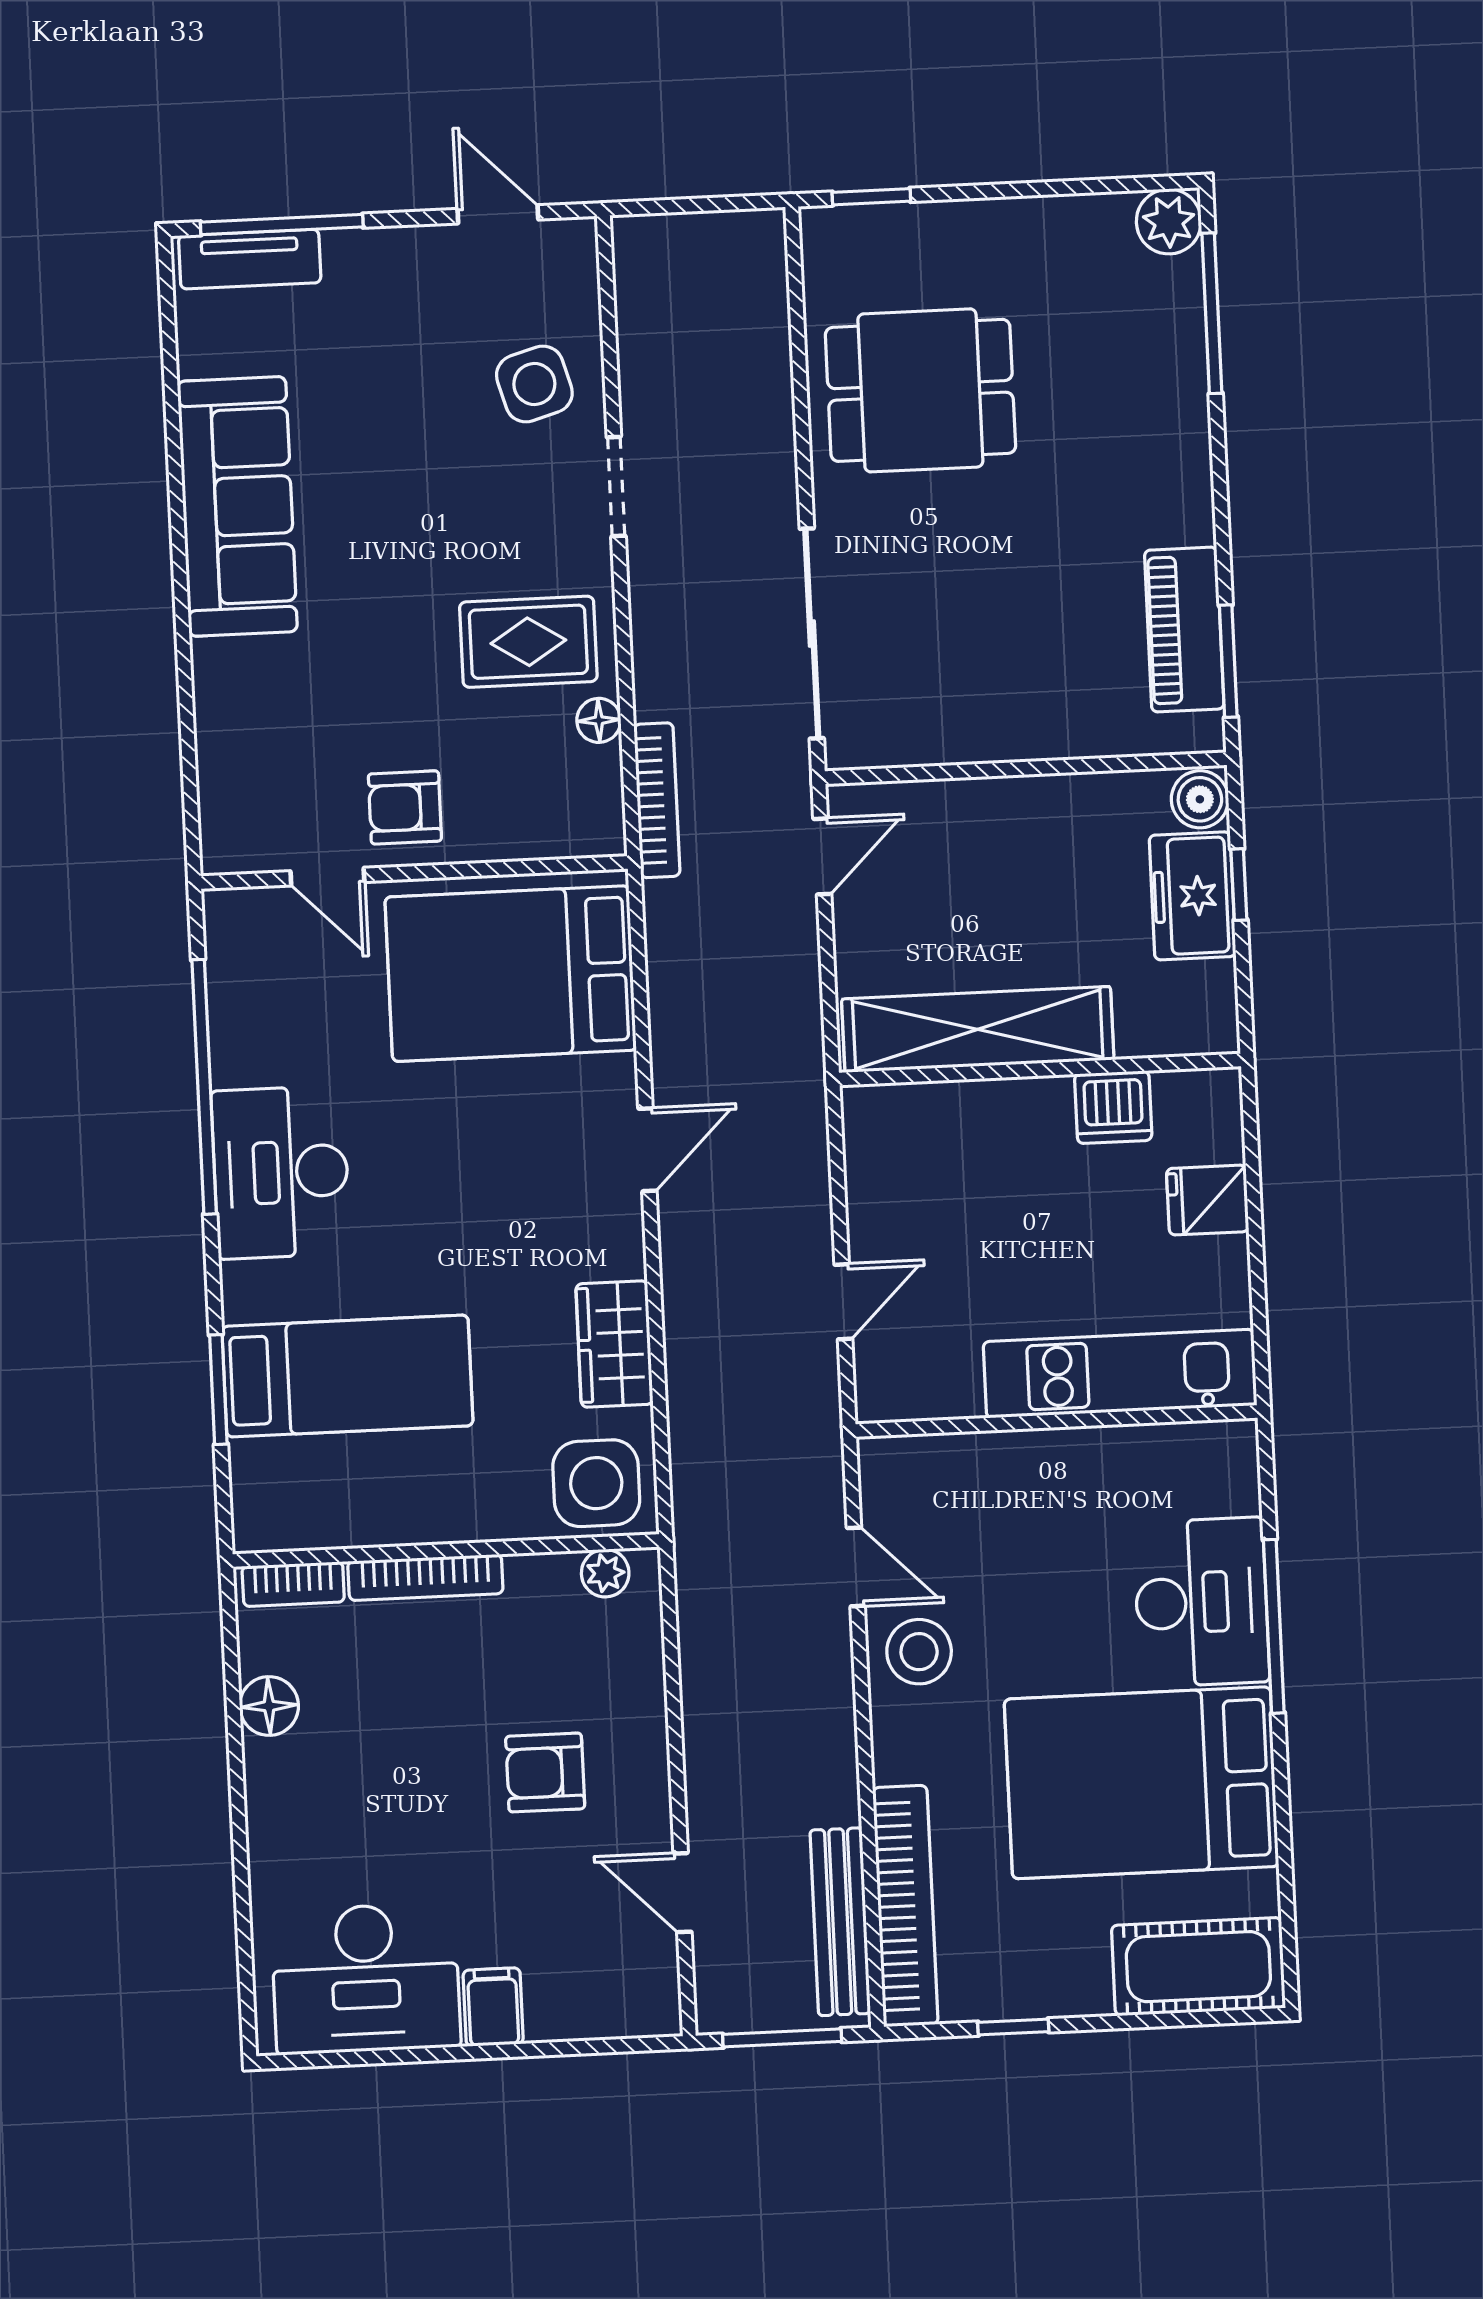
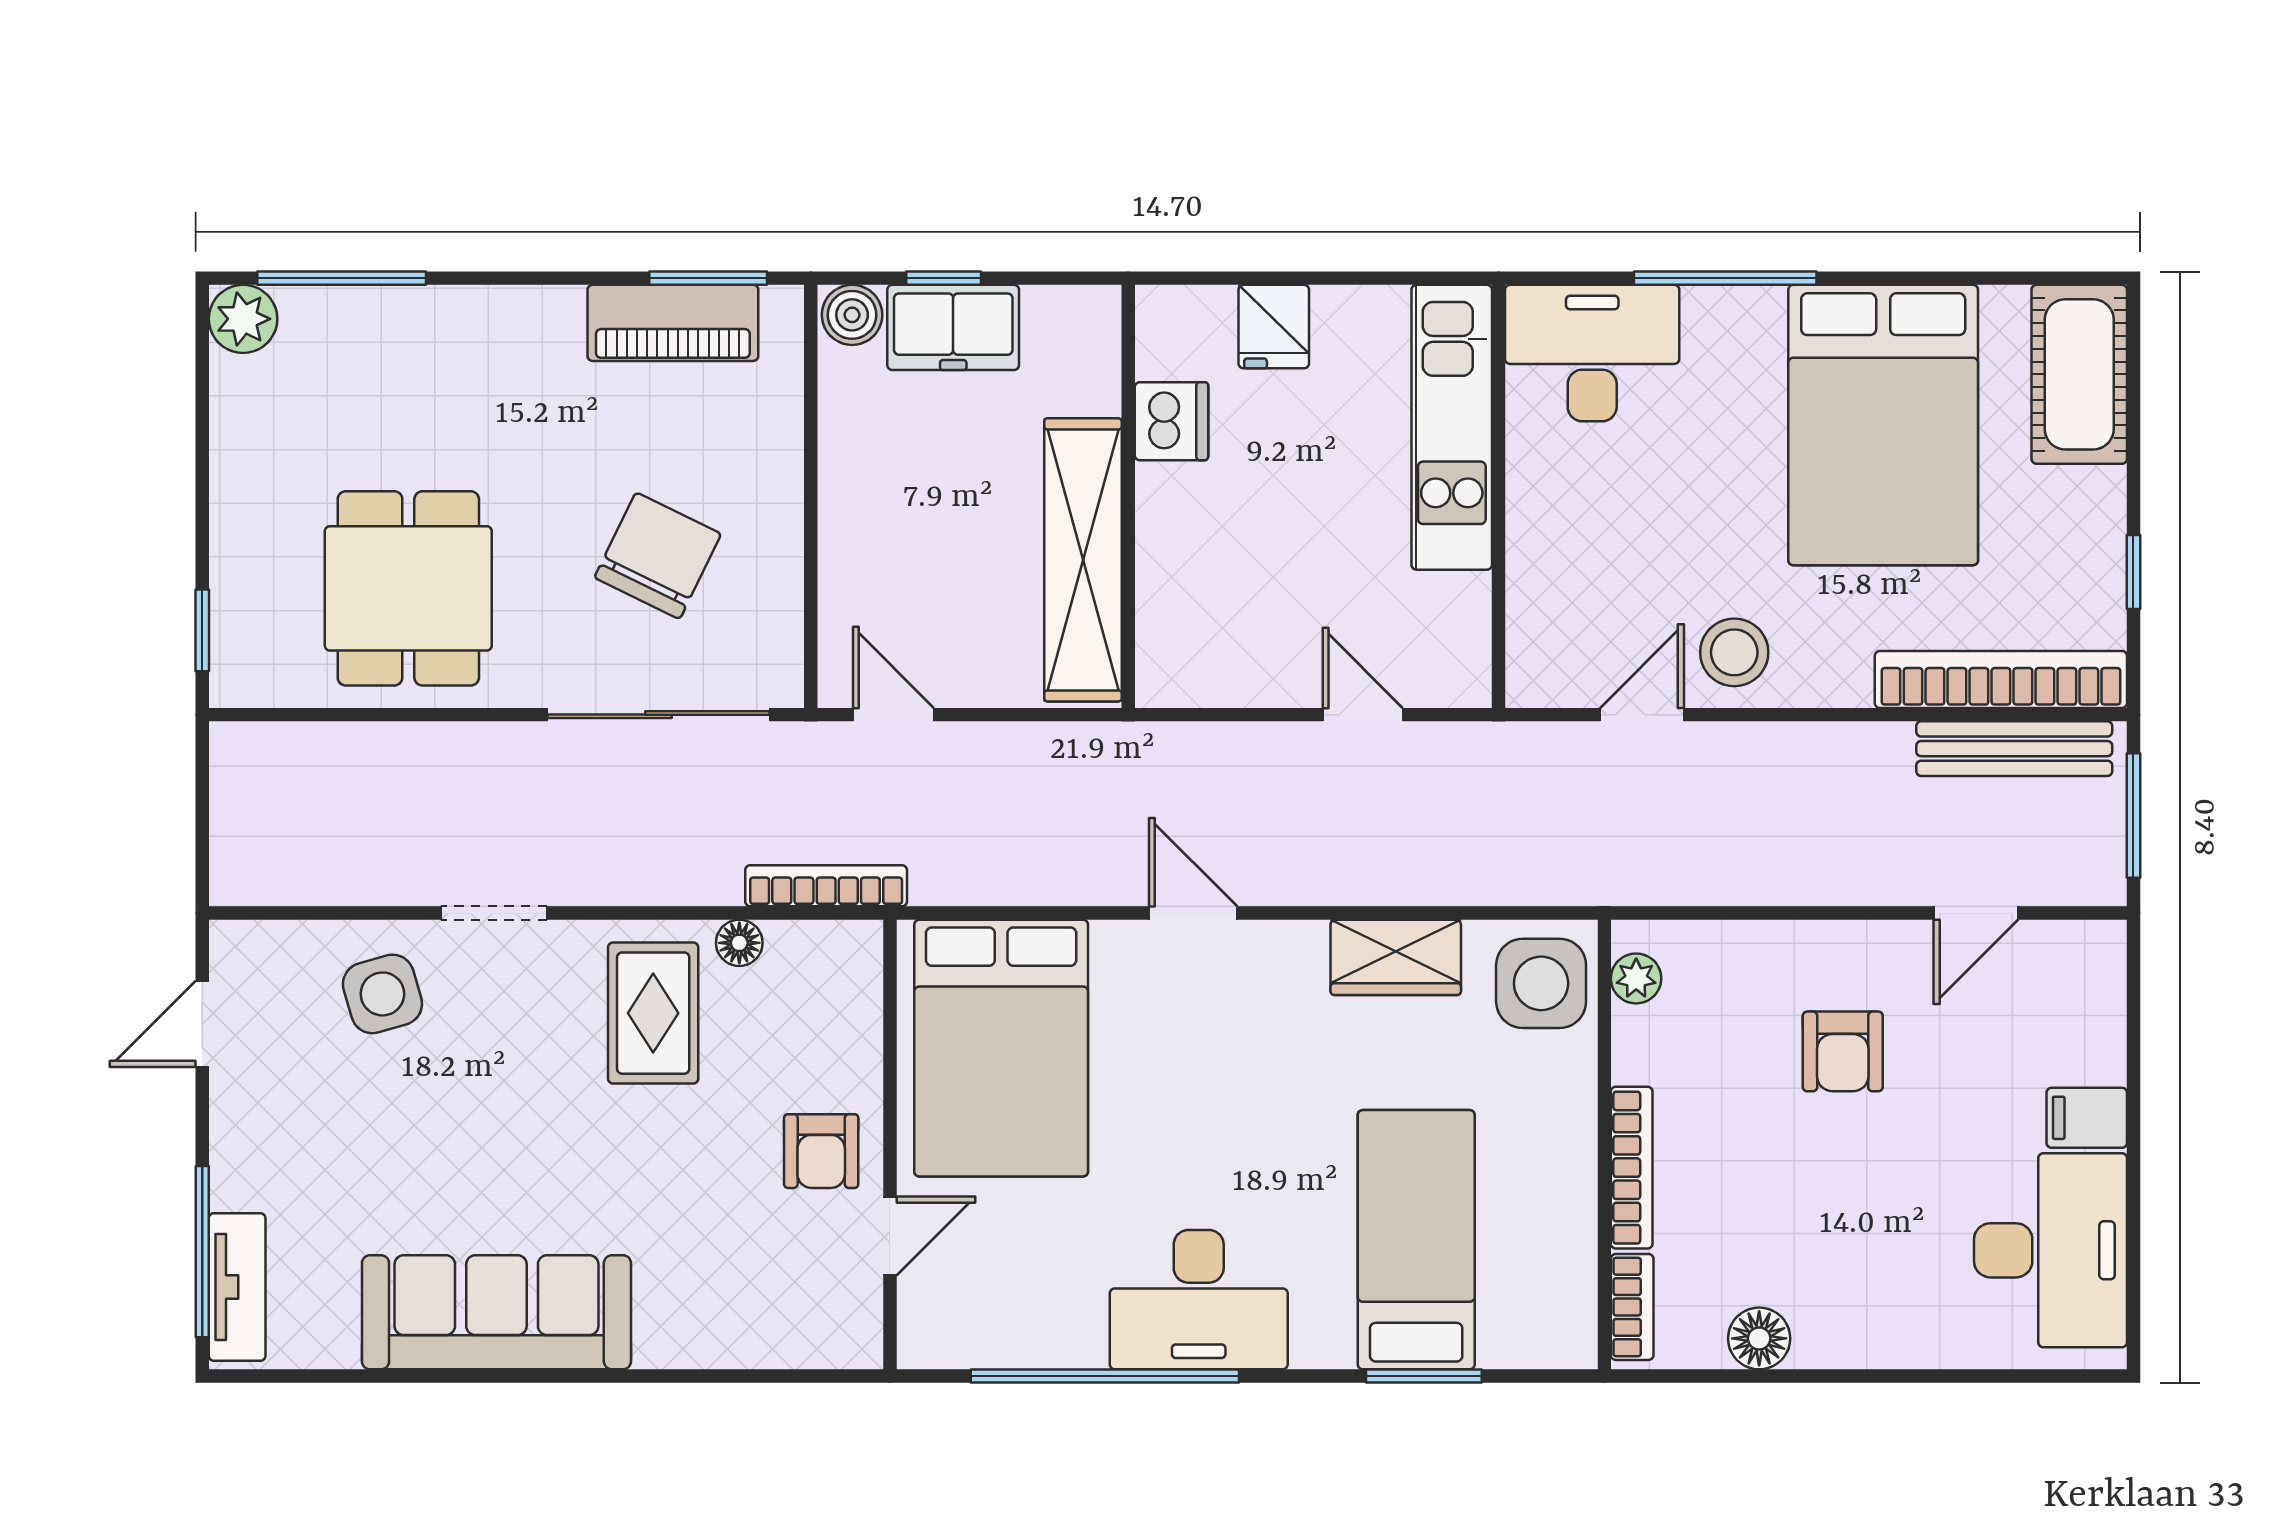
chair: (963, 626) -> (658, 556), added
desk: (1201, 1602) -> (1592, 353), moved

